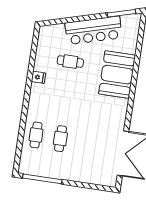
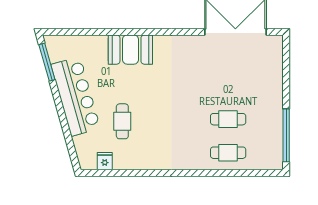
booth: (117, 75) -> (130, 50), width x0.73, depth x0.70
fridge: (38, 77) -> (105, 161), moved

